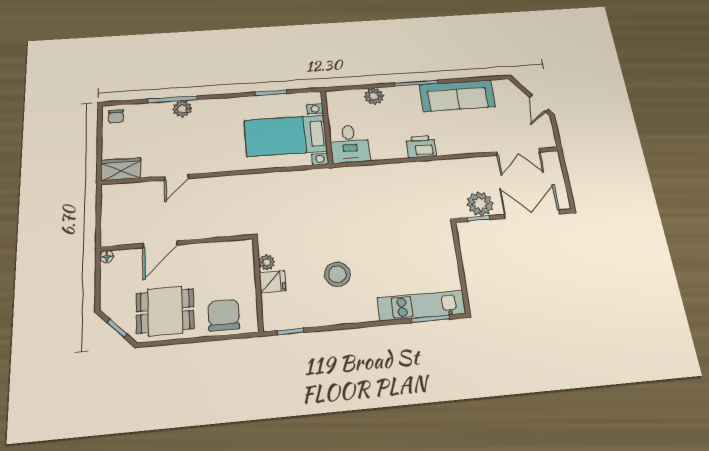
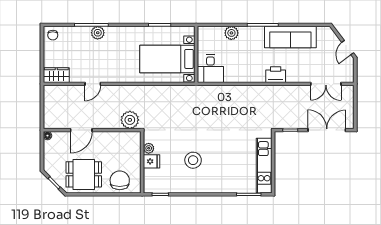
printer: (421, 147) -> (276, 75), moved
plant: (480, 204) -> (130, 120), moved
kitchen unit: (422, 305) -> (264, 166), moved, turned -90

